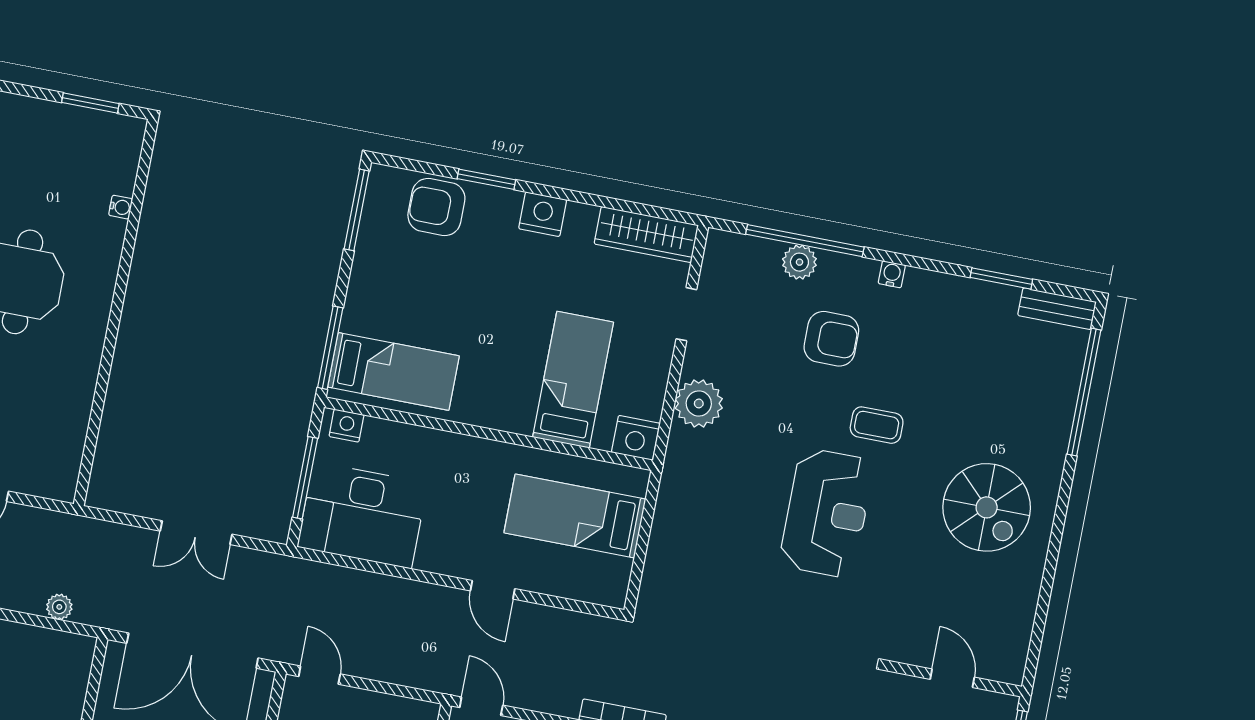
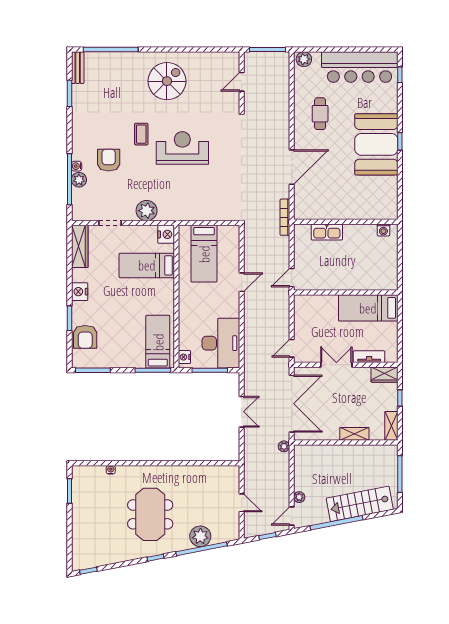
water cooler: (892, 274) -> (77, 166), moved
plant: (59, 607) -> (284, 446), moved

